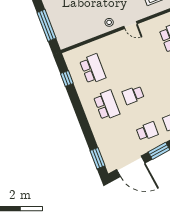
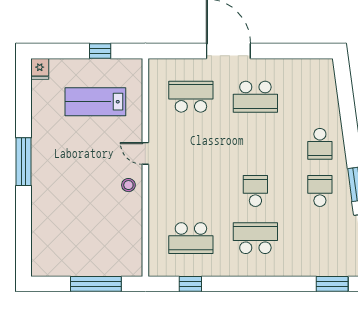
door: (131, 25) -> (145, 153), swing flipped
school desk: (93, 69) -> (191, 238), turned 180
school desk: (133, 95) -> (255, 191), turned 180

